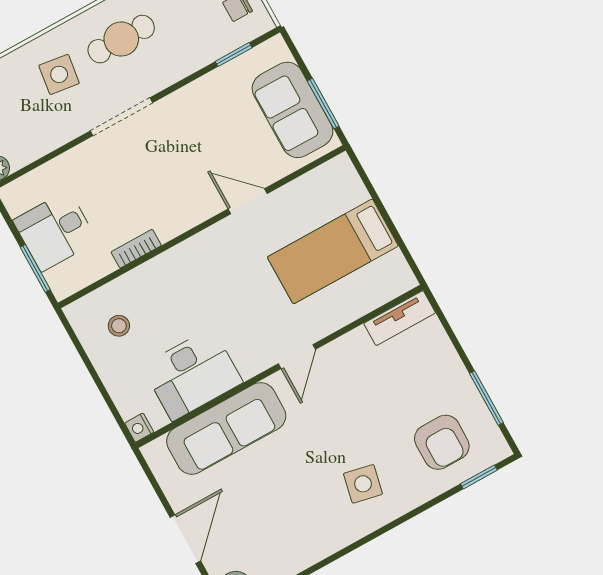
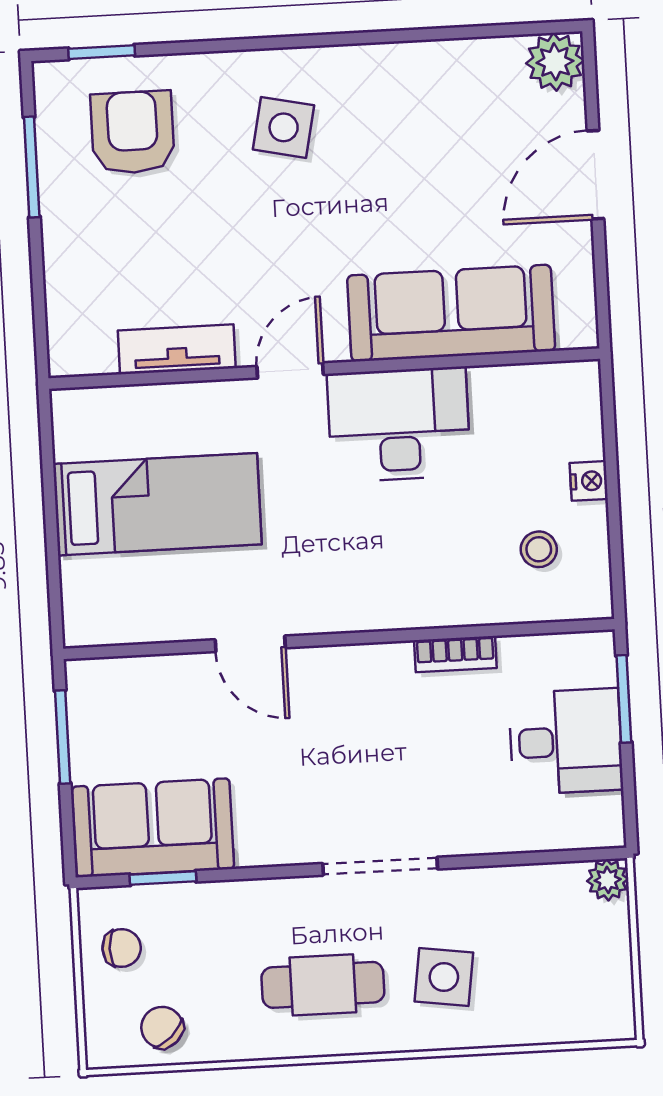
sofa: (292, 110) -> (153, 828), moved, turned -90
tv unit: (400, 318) -> (177, 349), moved
desk: (192, 374) -> (399, 424), moved
nightstand: (139, 428) -> (589, 481), moved

